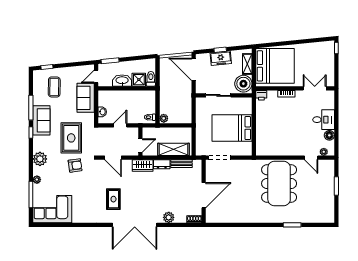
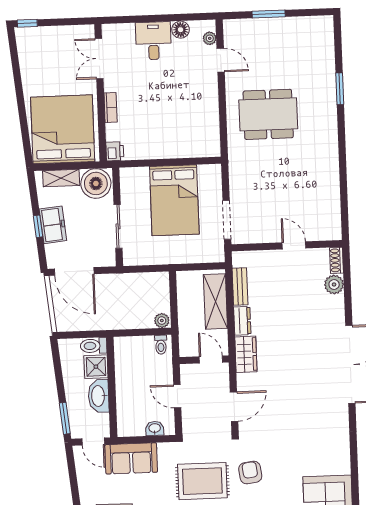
door: (194, 69) -> (74, 271), hinge flipped
door: (311, 158) -> (221, 60), hinge flipped
dining table: (279, 184) -> (268, 114), width x0.73, depth x0.80
door: (204, 195) -> (294, 245), width x0.53
rug: (113, 199) -> (307, 403), removed
plant: (169, 217) -> (334, 284), moved

